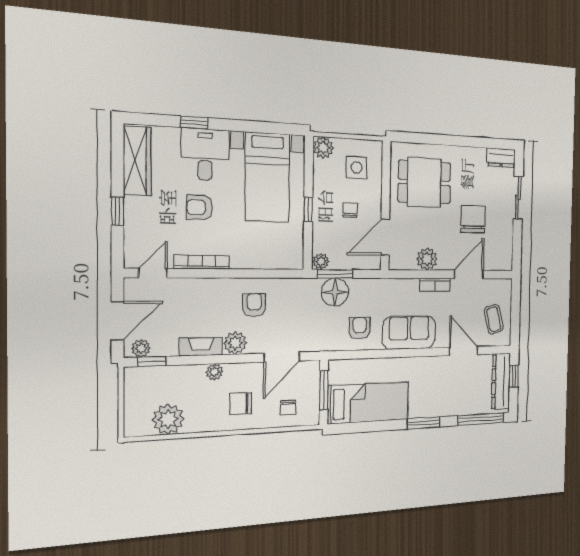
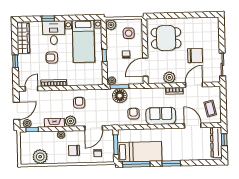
dresser: (501, 158) -> (210, 22), removed
sliding door: (518, 198) -> (222, 64), moved
chair: (473, 219) -> (195, 56), turned 90
window: (481, 419) -> (136, 164), moved

